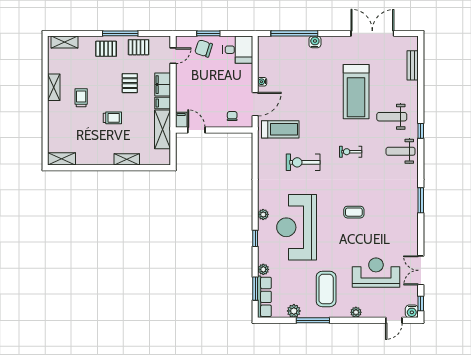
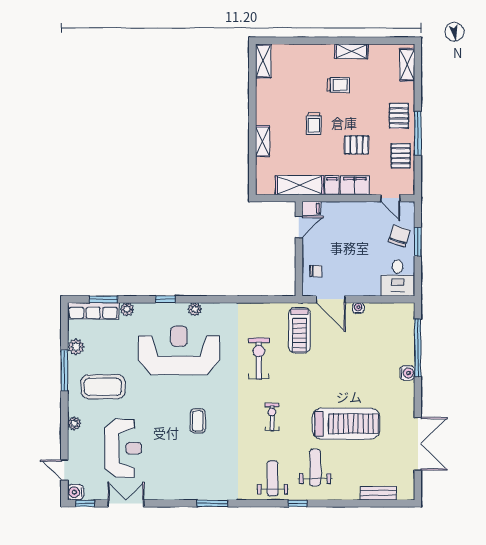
treadmill: (356, 92) -> (346, 424), turned 180

